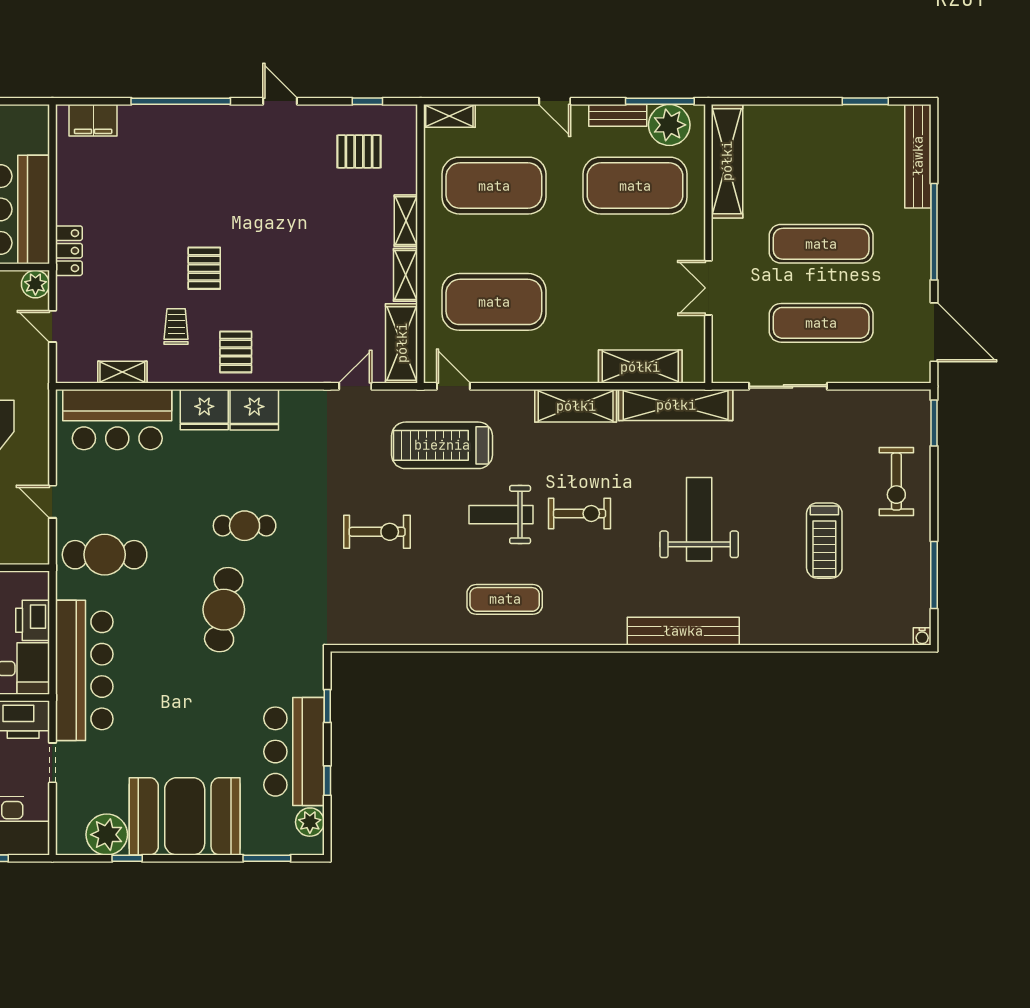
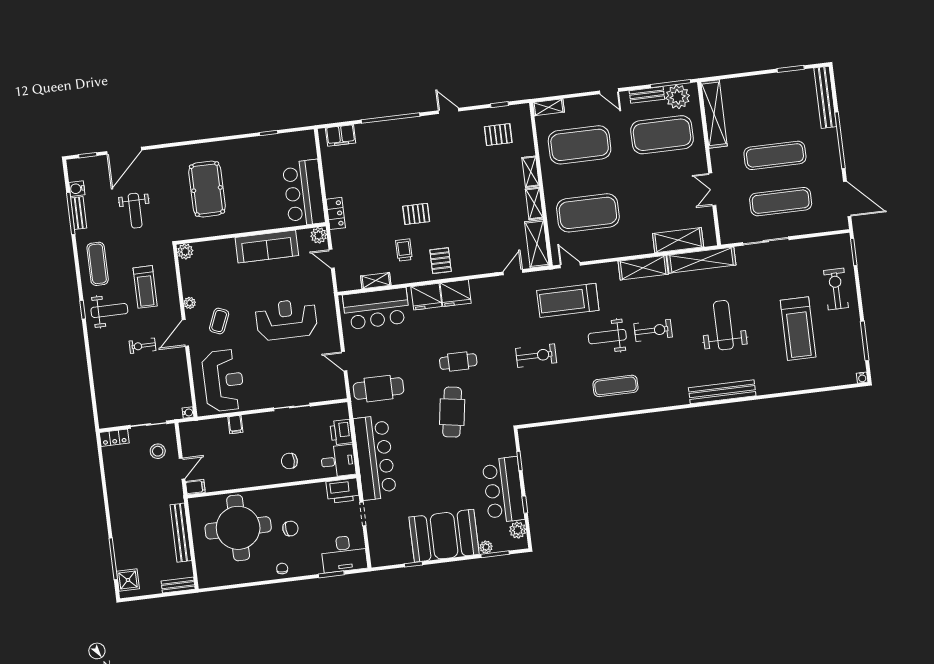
pallet: (204, 268) -> (416, 214), turned 90
exercise bike: (896, 482) -> (836, 289), turned 180
treadmill: (824, 541) -> (798, 329), width x1.37, depth x1.38
plant: (107, 835) -> (486, 547), moved, width x0.53, depth x0.53

